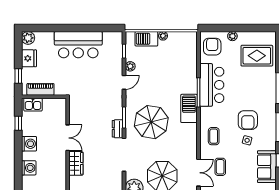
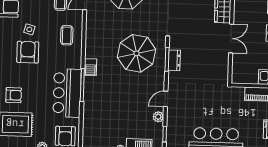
armchair: (259, 82) -> (14, 95), added
barbecue: (189, 108) -> (90, 67), width x0.53, depth x0.65
dresser: (118, 129) -> (174, 60), moved
double door: (68, 138) -> (231, 39), swing flipped

